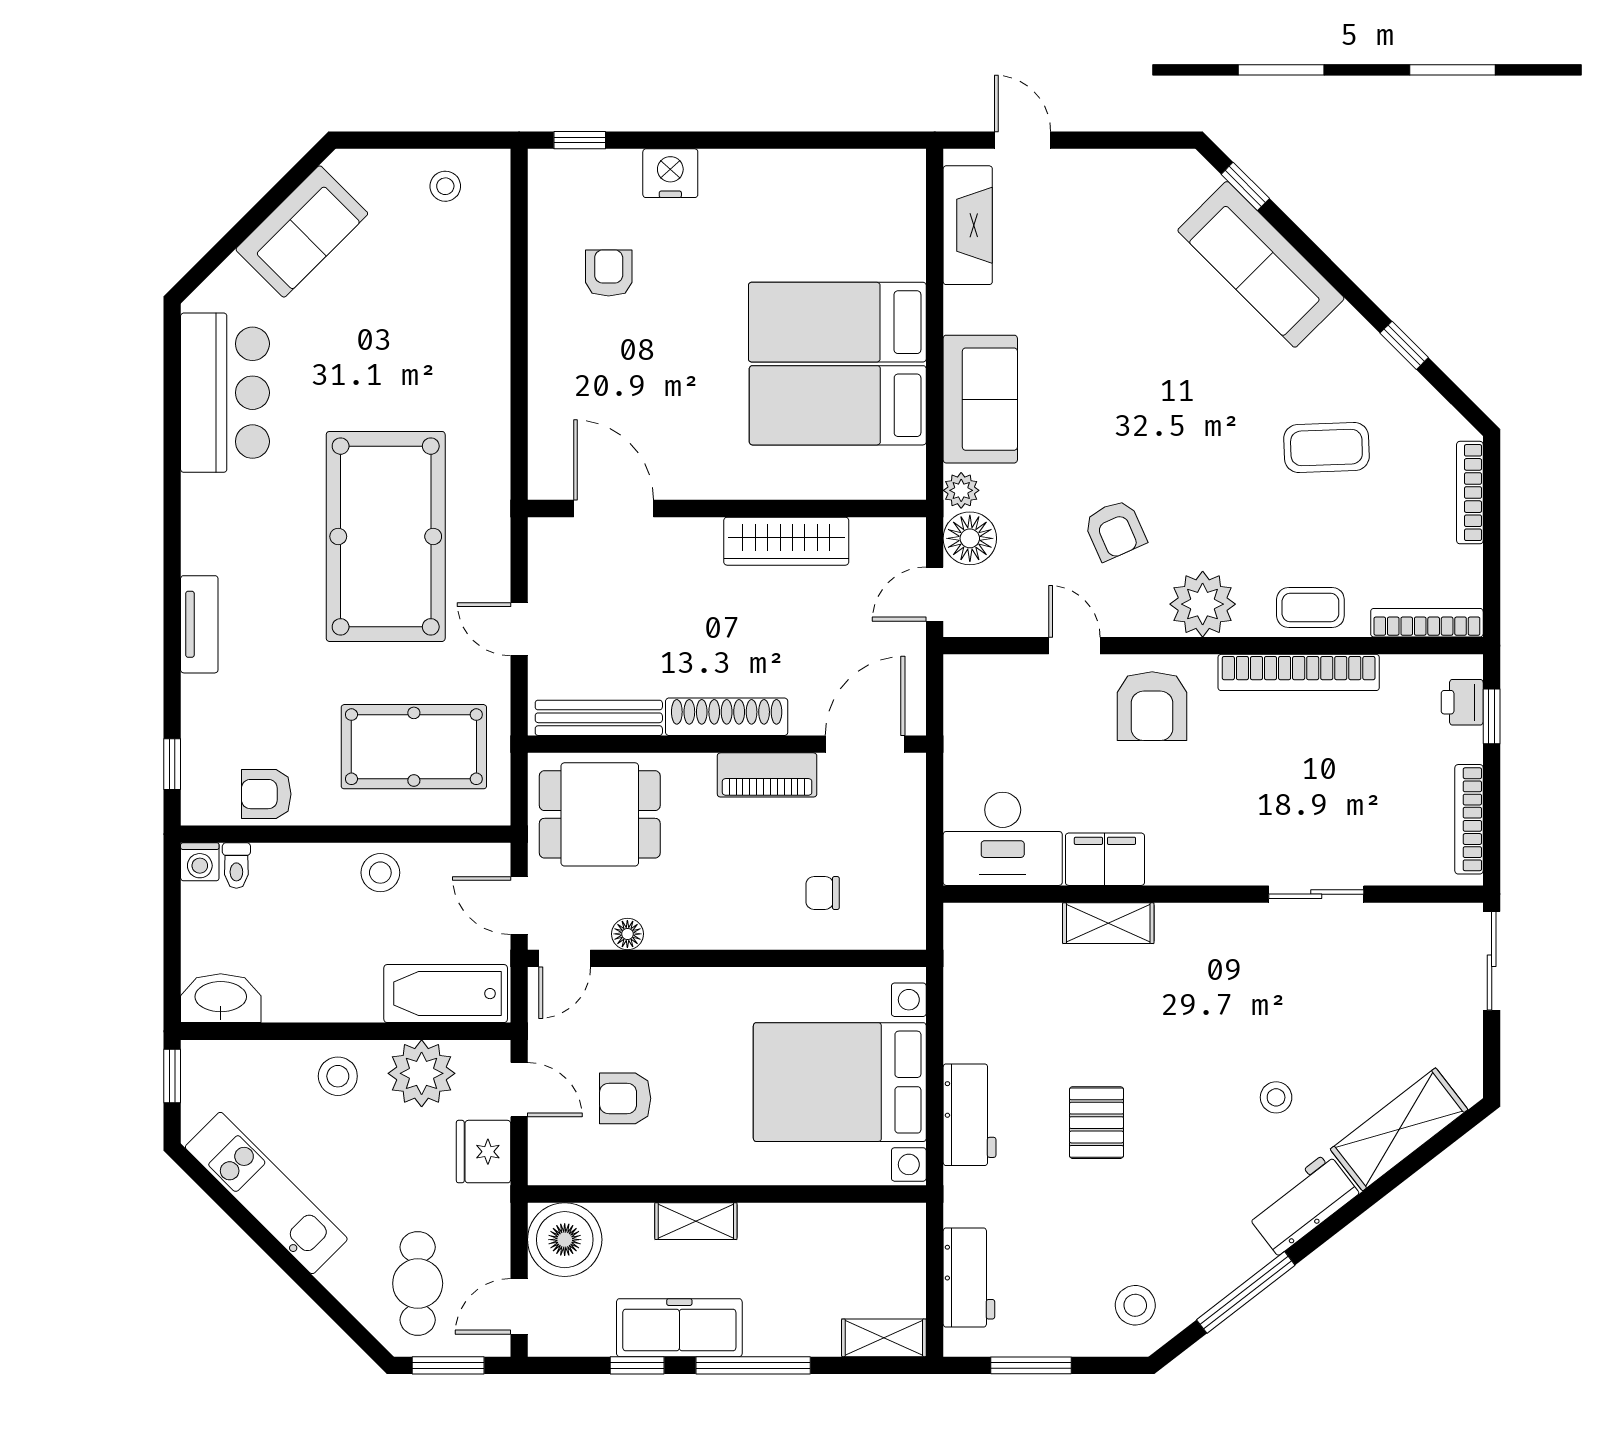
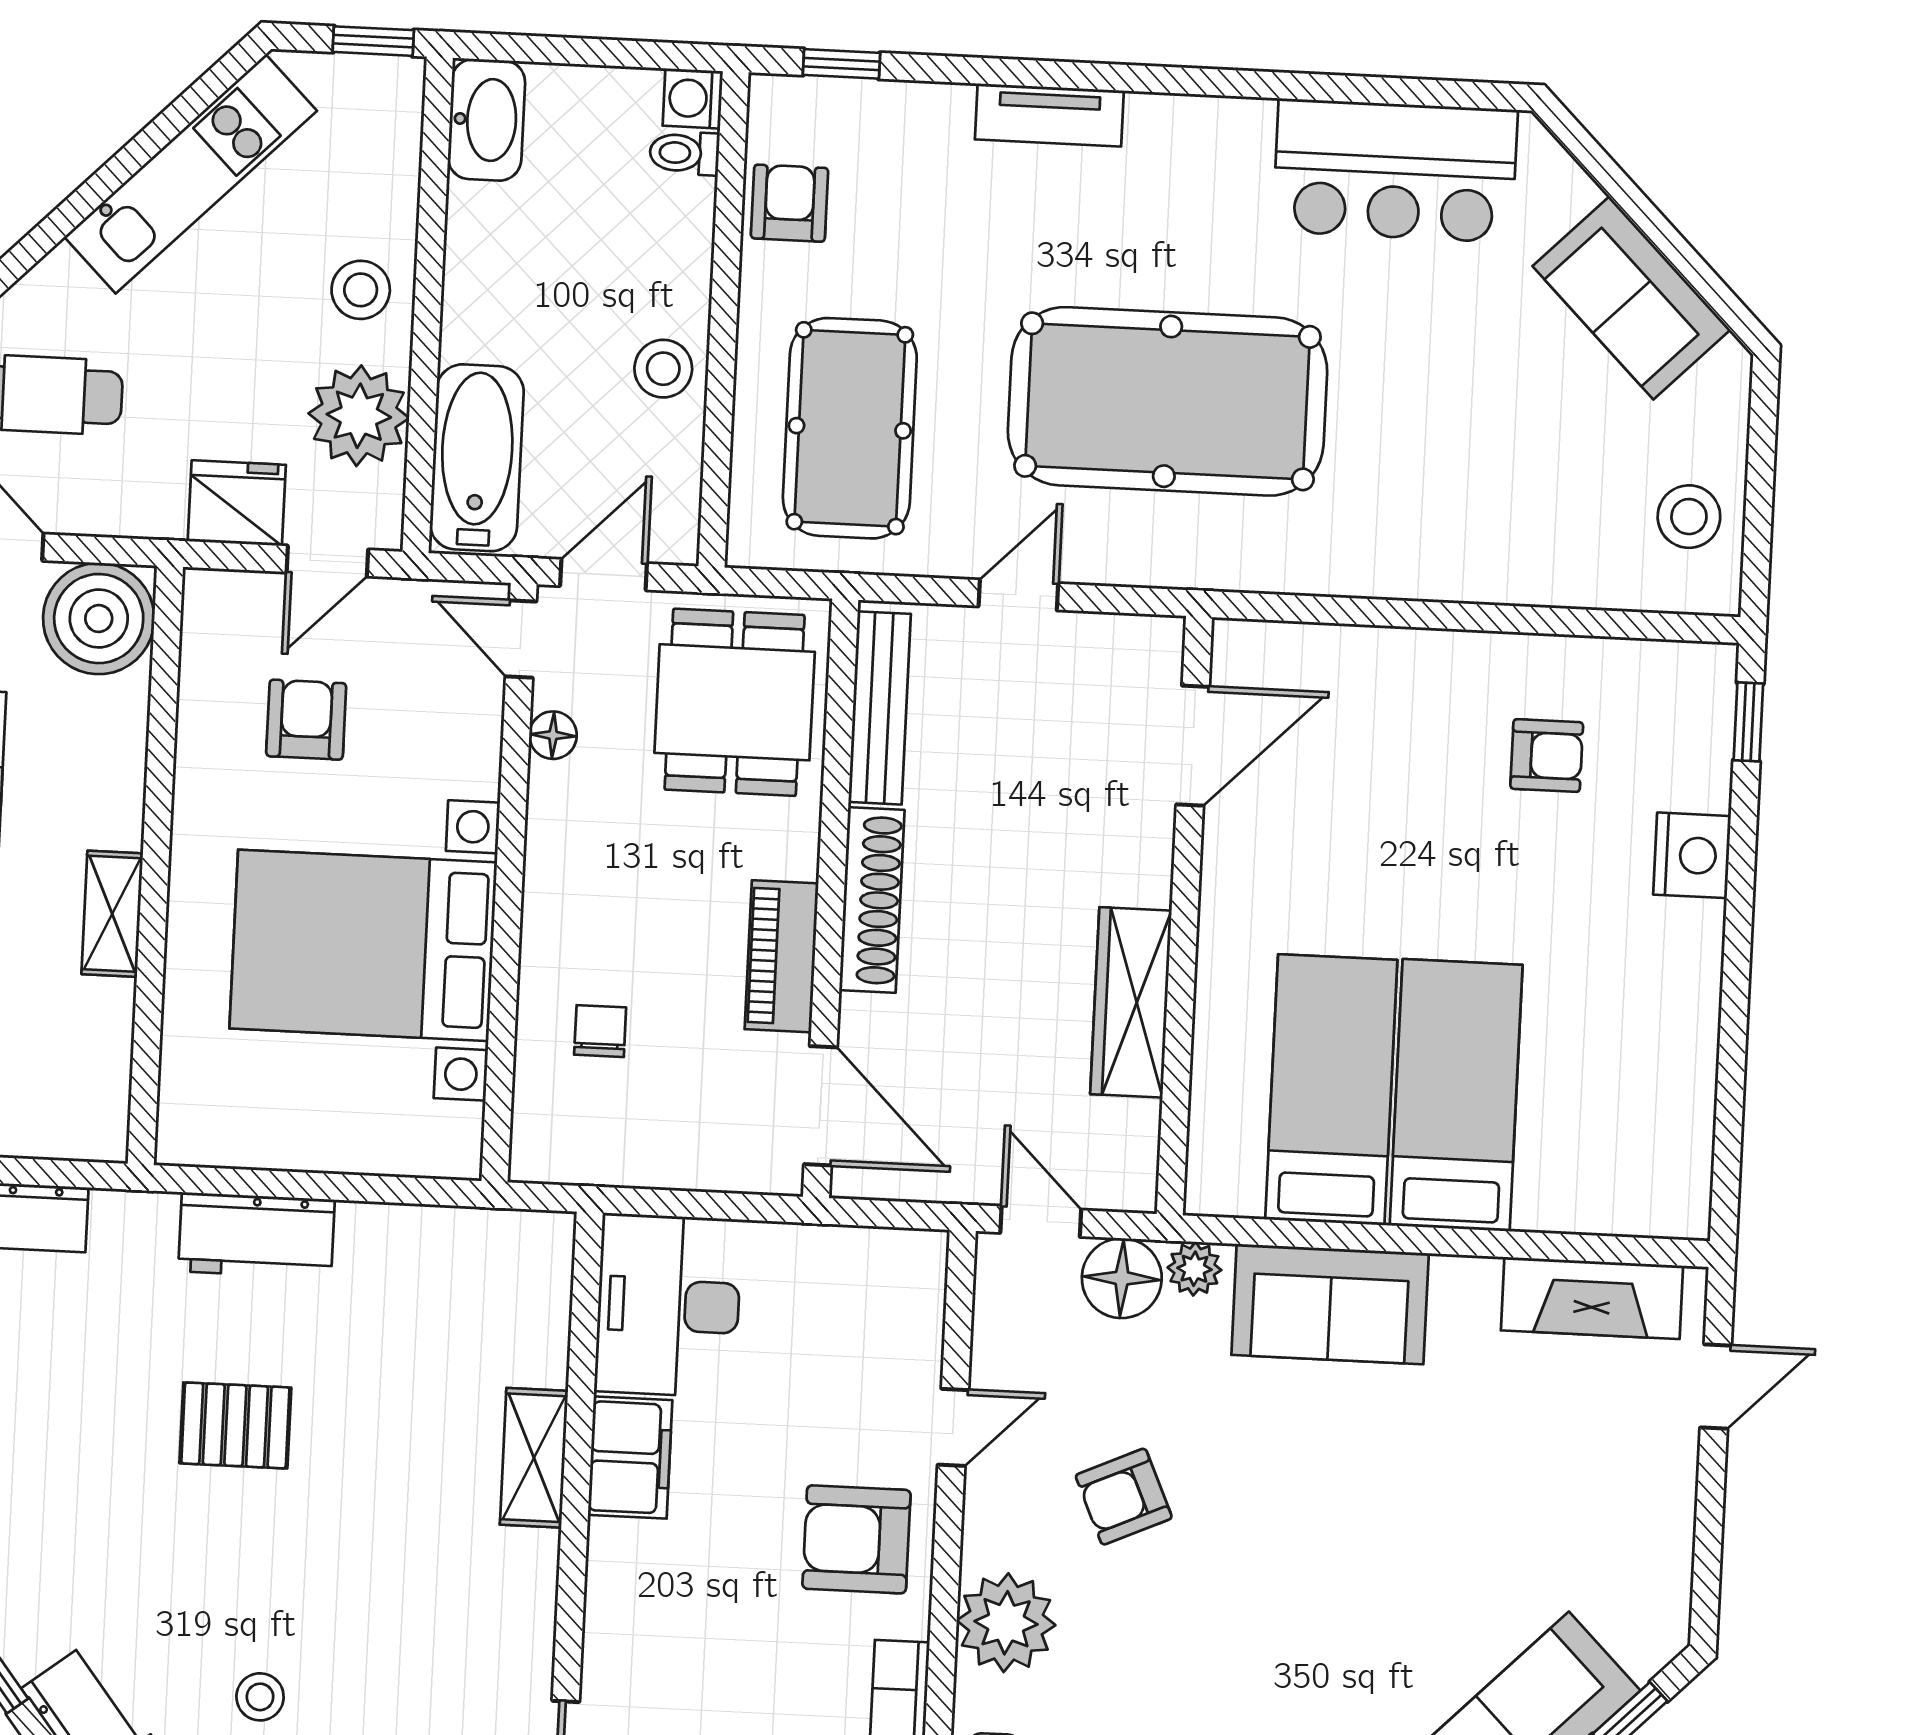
stool: (445, 186) -> (1689, 517), width x1.37, depth x1.37
bed with nightstands: (840, 1082) -> (363, 945), moved, turned -90
shelving: (696, 1221) -> (112, 914), moved

